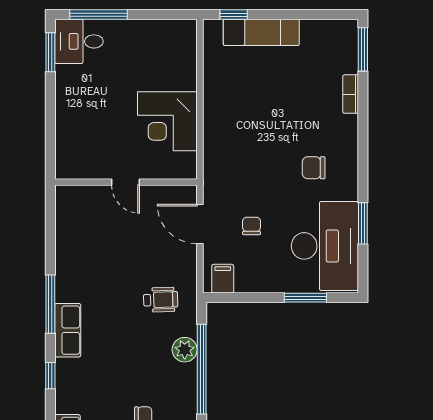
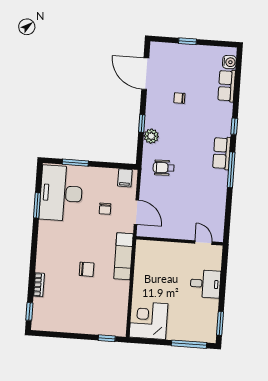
exam couch: (261, 32) -> (123, 256), moved, turned -90
desk: (79, 41) -> (205, 284), moved
window: (363, 49) -> (29, 311), width x0.67
corner desk: (167, 121) -> (149, 320), moved, turned -90
chair: (314, 168) -> (87, 269), moved
door: (125, 182) -> (203, 243), moved
window: (202, 369) -> (142, 124), width x0.32

